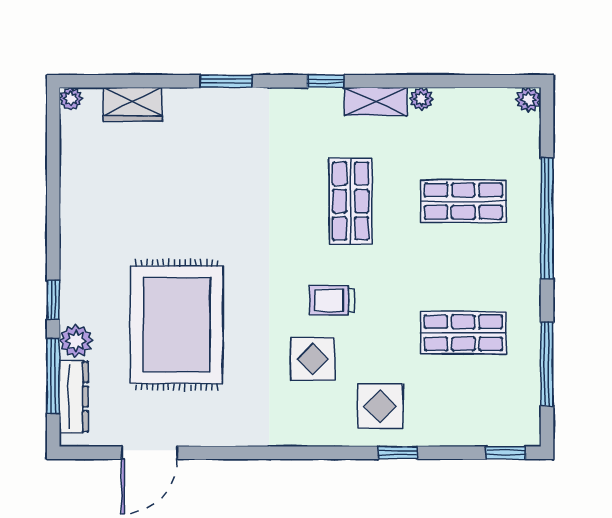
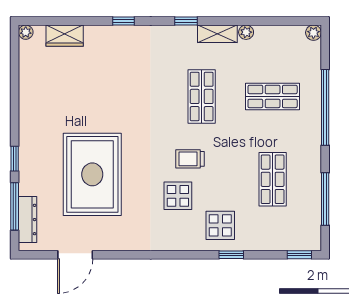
window: (226, 81) -> (123, 21), width x0.67
shop shelf: (463, 333) -> (273, 179), turned 90
plant: (76, 341) -> (29, 184), removed

